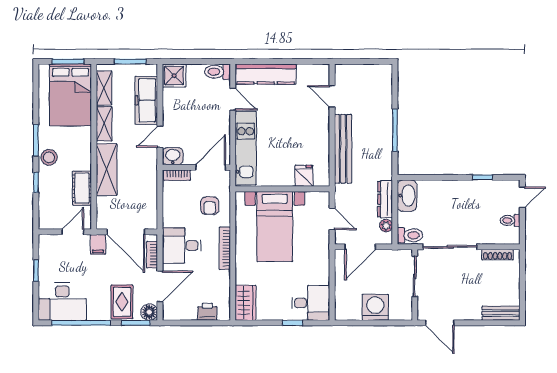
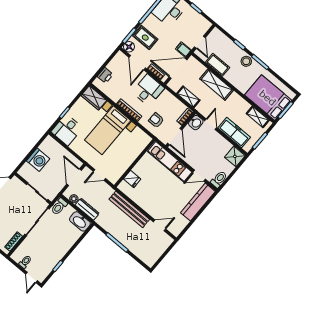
shelving: (104, 124) -> (188, 97), moved
bed with nightstands: (275, 226) -> (108, 130), moved, turned -90

